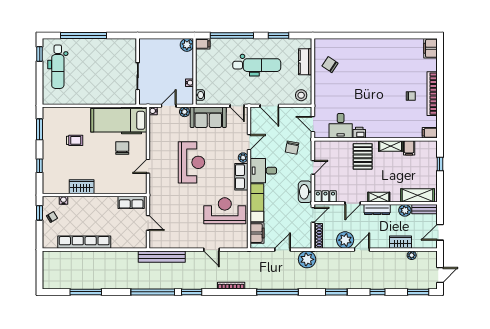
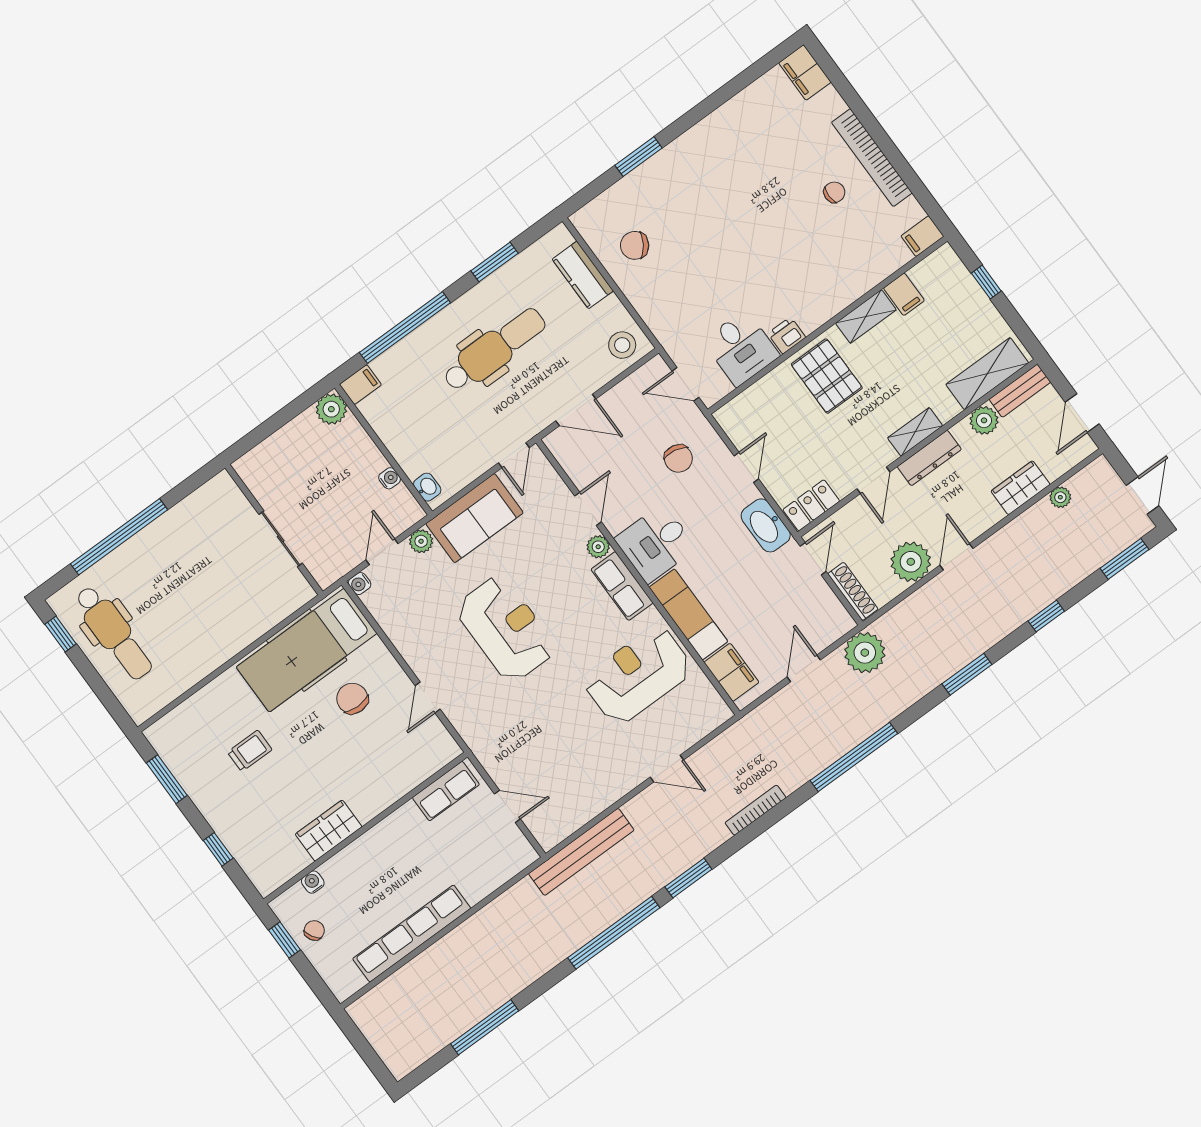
window: (353, 36) -> (639, 157), added
door: (237, 106) -> (514, 455), hinge flipped

